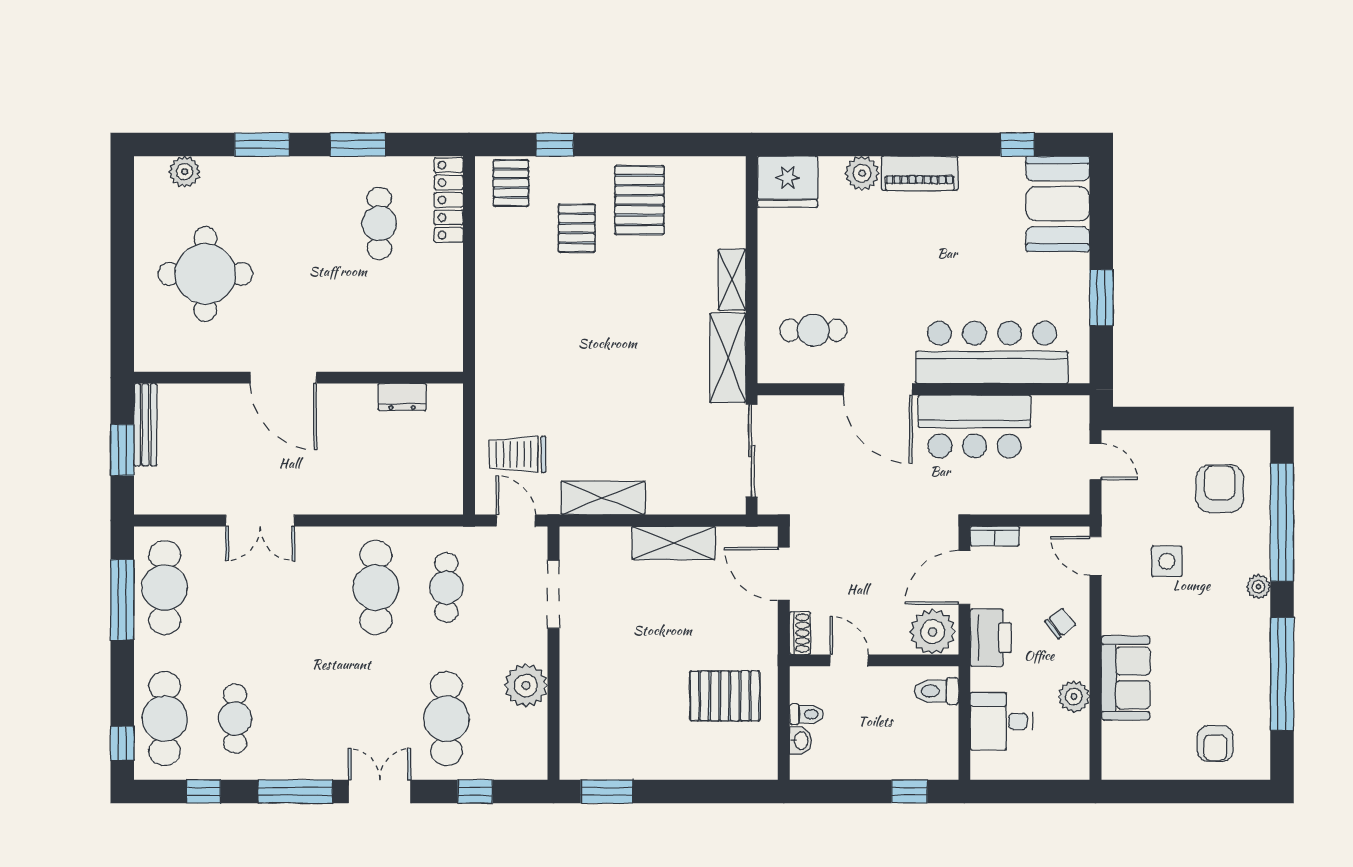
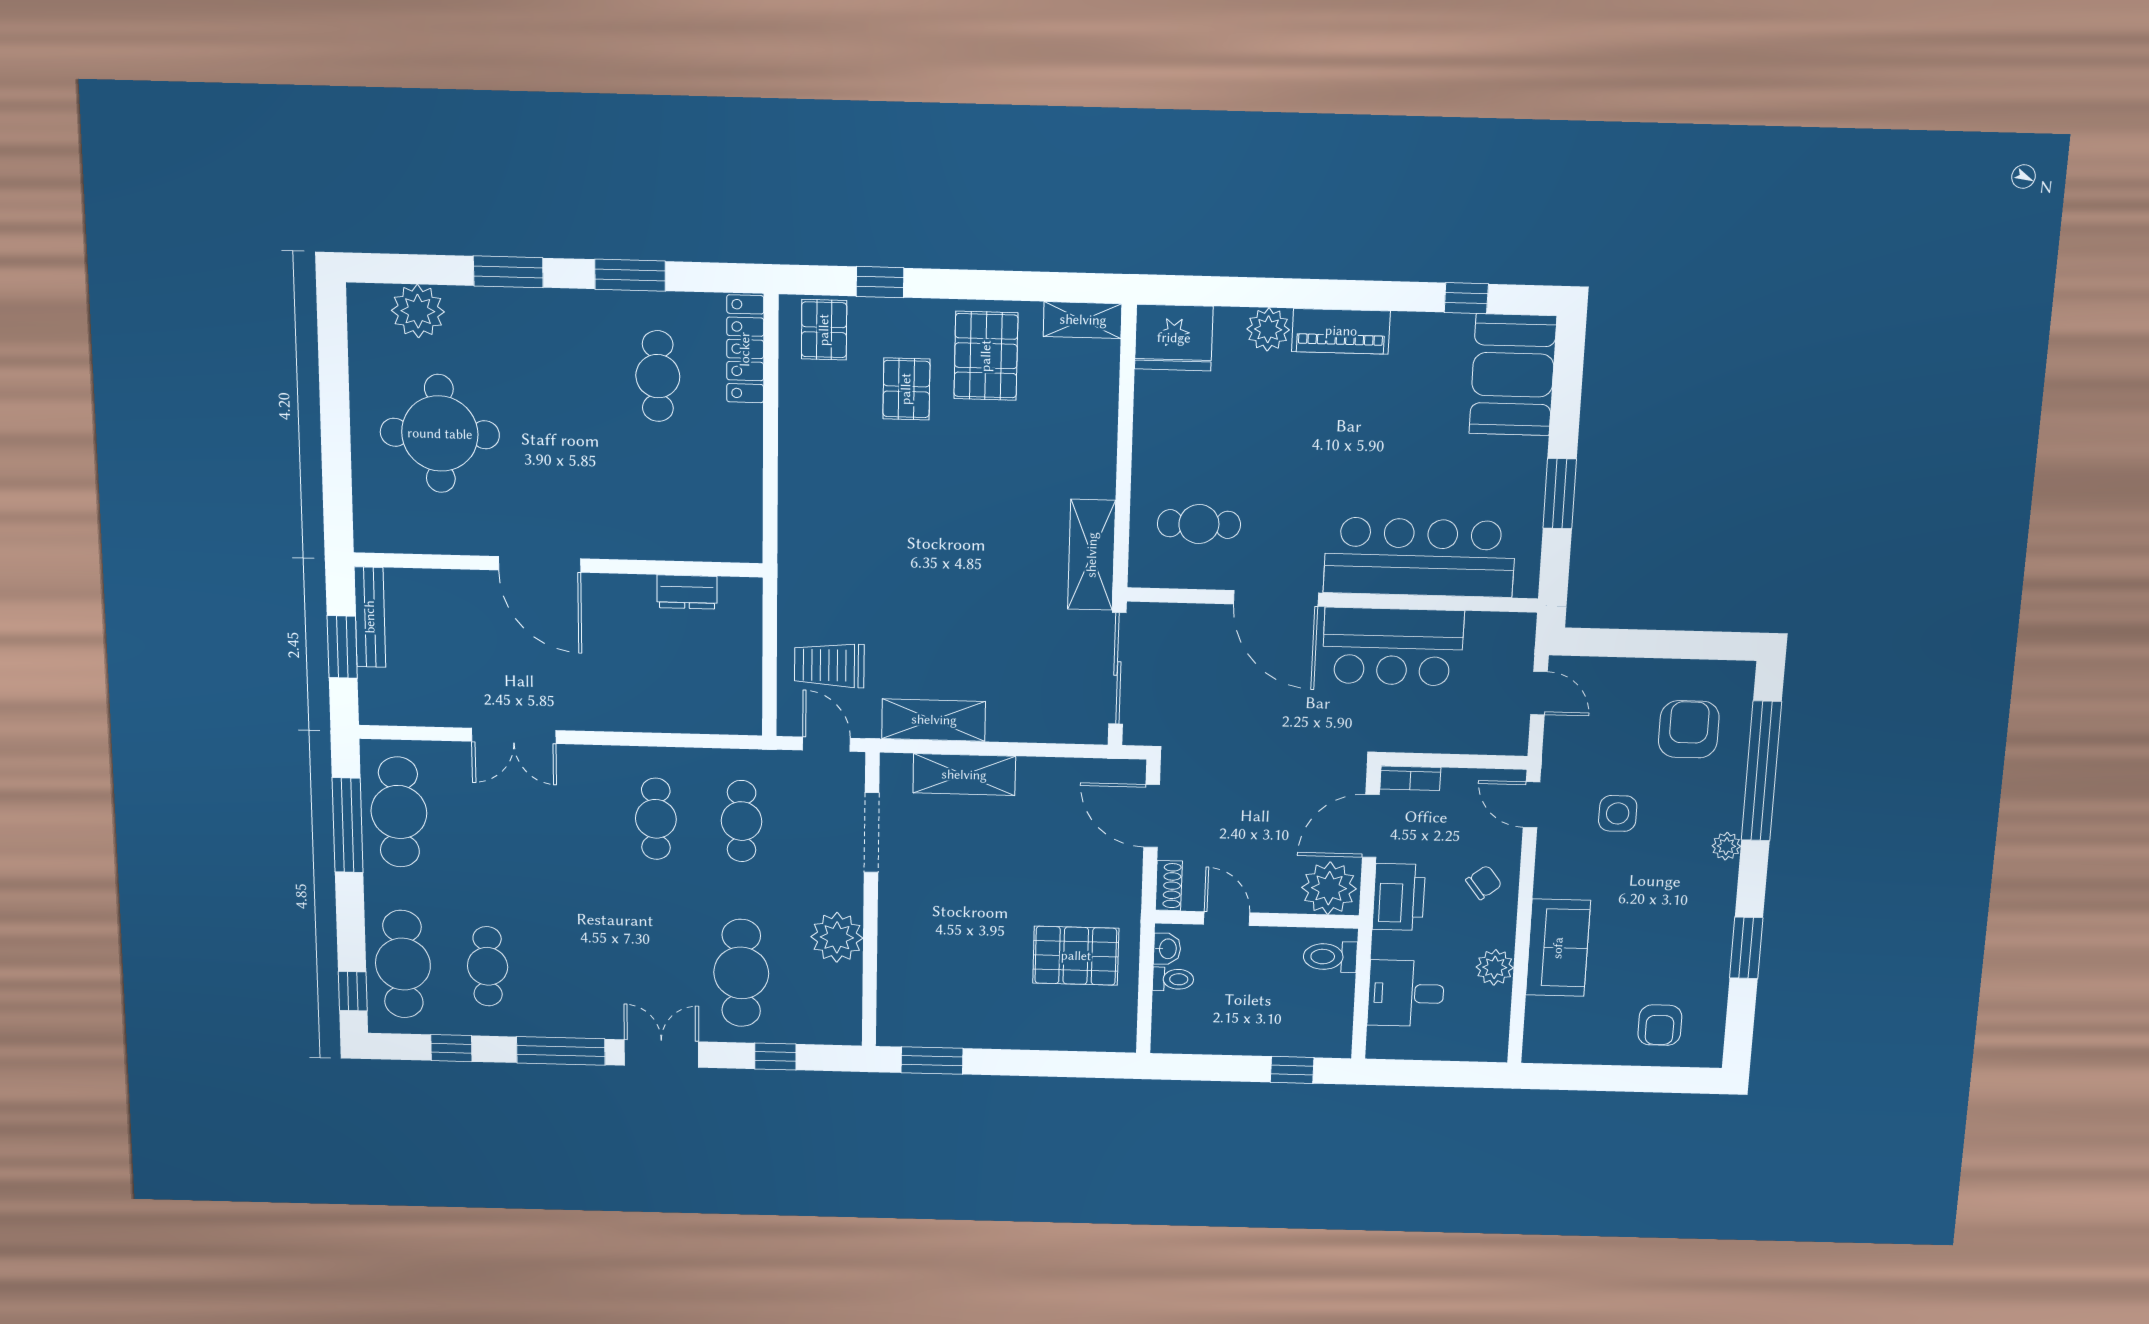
plant: (185, 172) -> (418, 311), width x1.36, depth x1.36
shelving: (732, 280) -> (1083, 320), moved, turned 90
shelving: (674, 543) -> (964, 775), moved
cafe table: (376, 587) -> (656, 819), width x0.73, depth x0.74
window: (1282, 674) -> (1746, 948), width x0.47
washbasin: (801, 741) -> (1167, 949), moved

